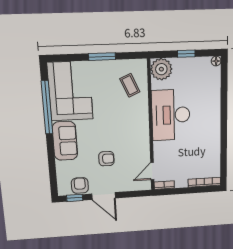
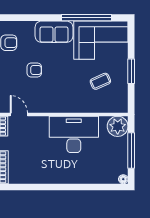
window: (186, 54) -> (131, 150), width x2.17
coffee table: (130, 85) -> (100, 81), moved
armchair: (106, 159) -> (34, 70), turned -90

